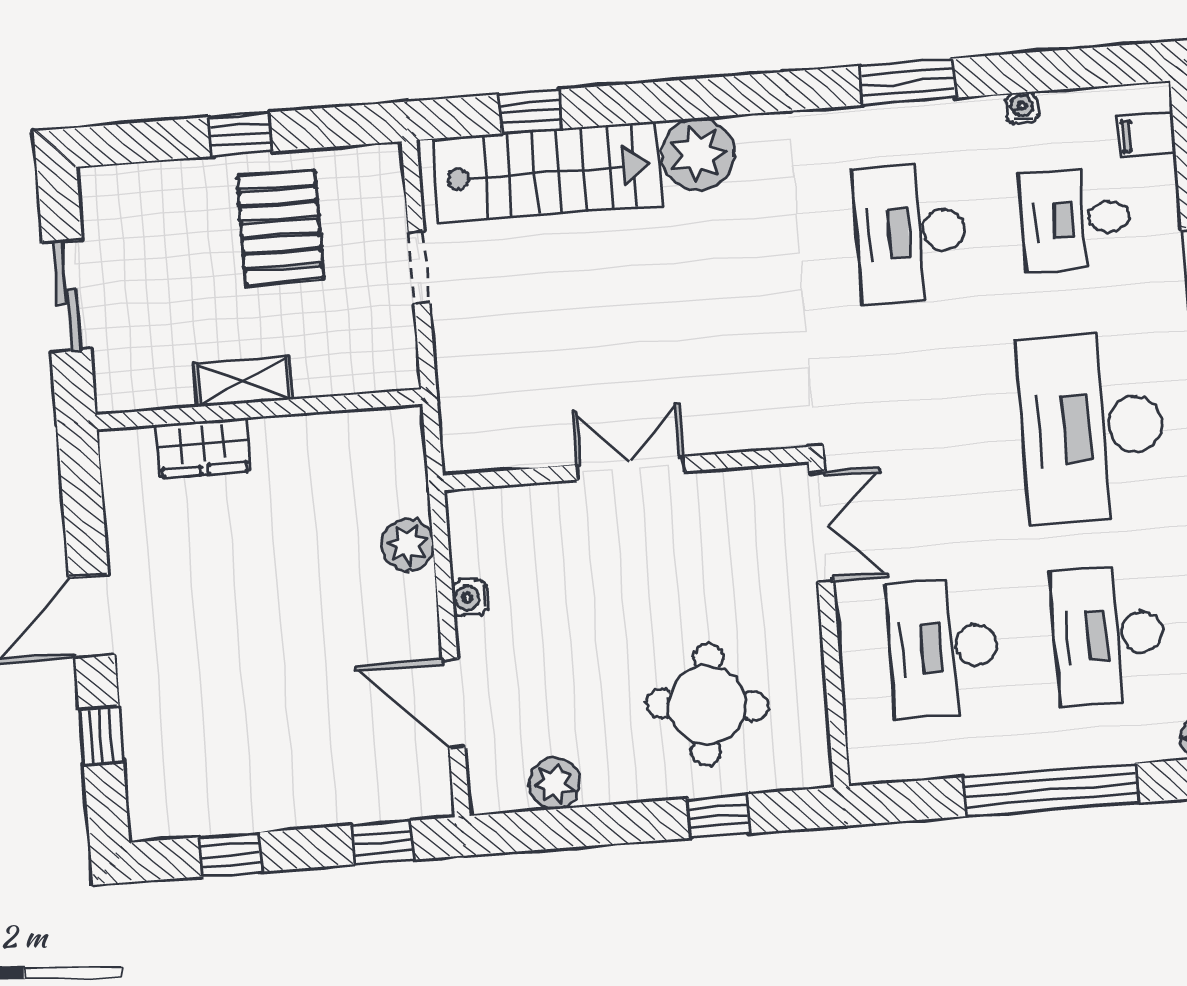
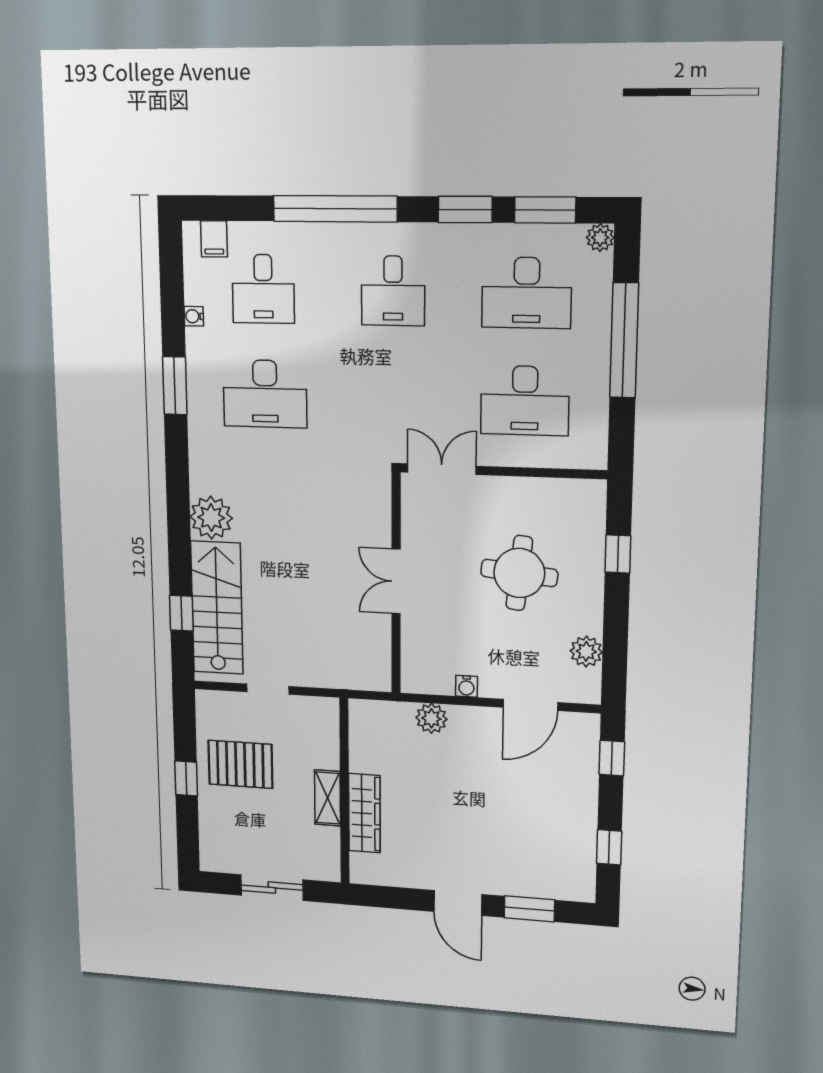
desk: (1092, 427) -> (393, 291), width x0.53, depth x0.77
wardrobe: (203, 448) -> (364, 813), width x1.50
round table: (707, 705) -> (519, 573), moved
window: (101, 736) -> (529, 909), width x1.50

